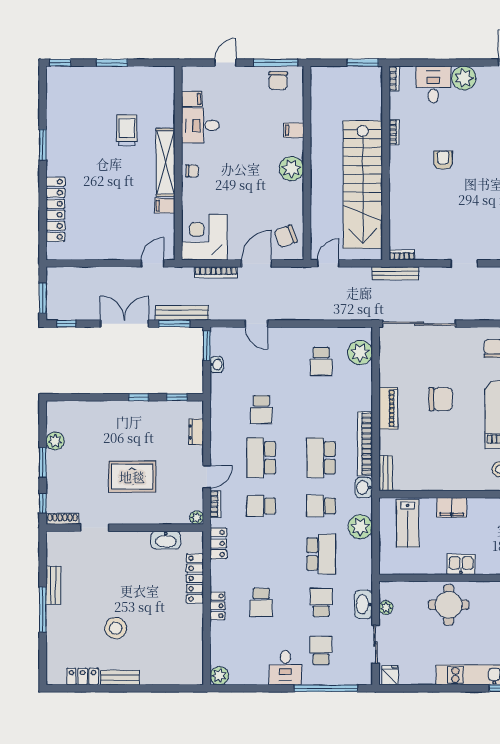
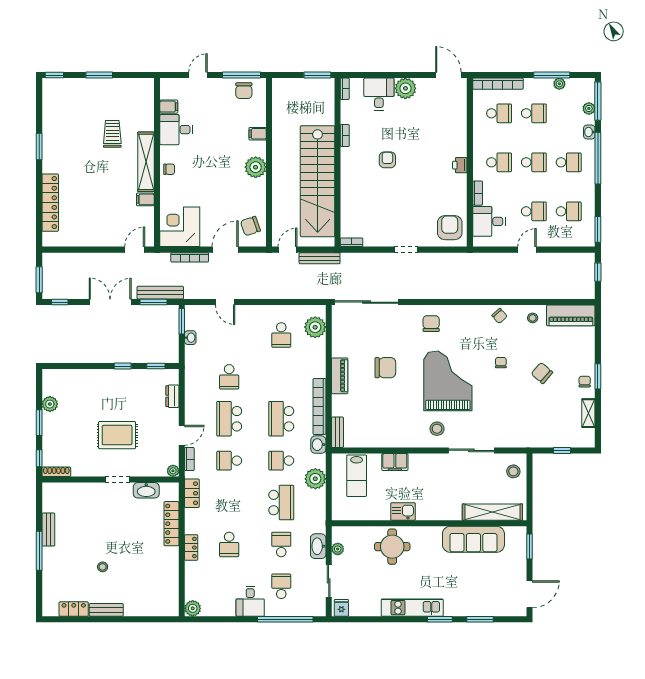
bench: (396, 273) -> (320, 258), moved
doorway: (95, 528) -> (117, 480), moved
stool: (116, 628) -> (103, 567), width x0.53, depth x0.53

